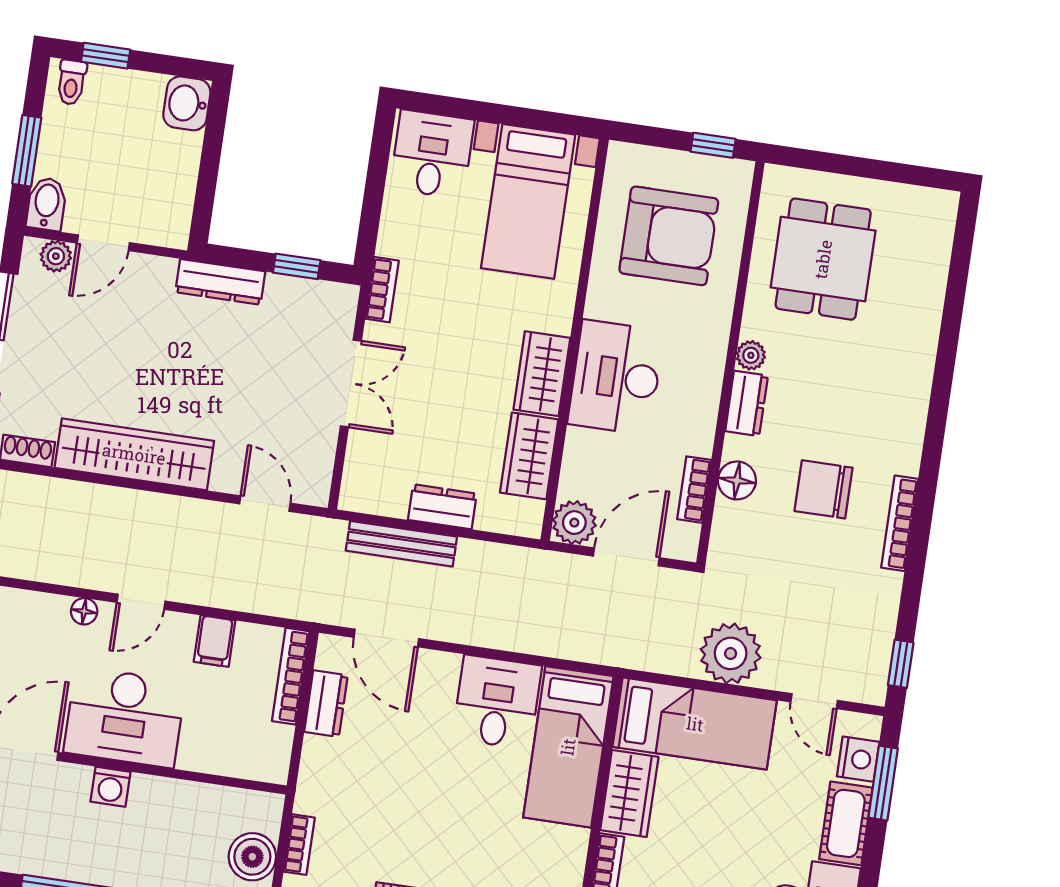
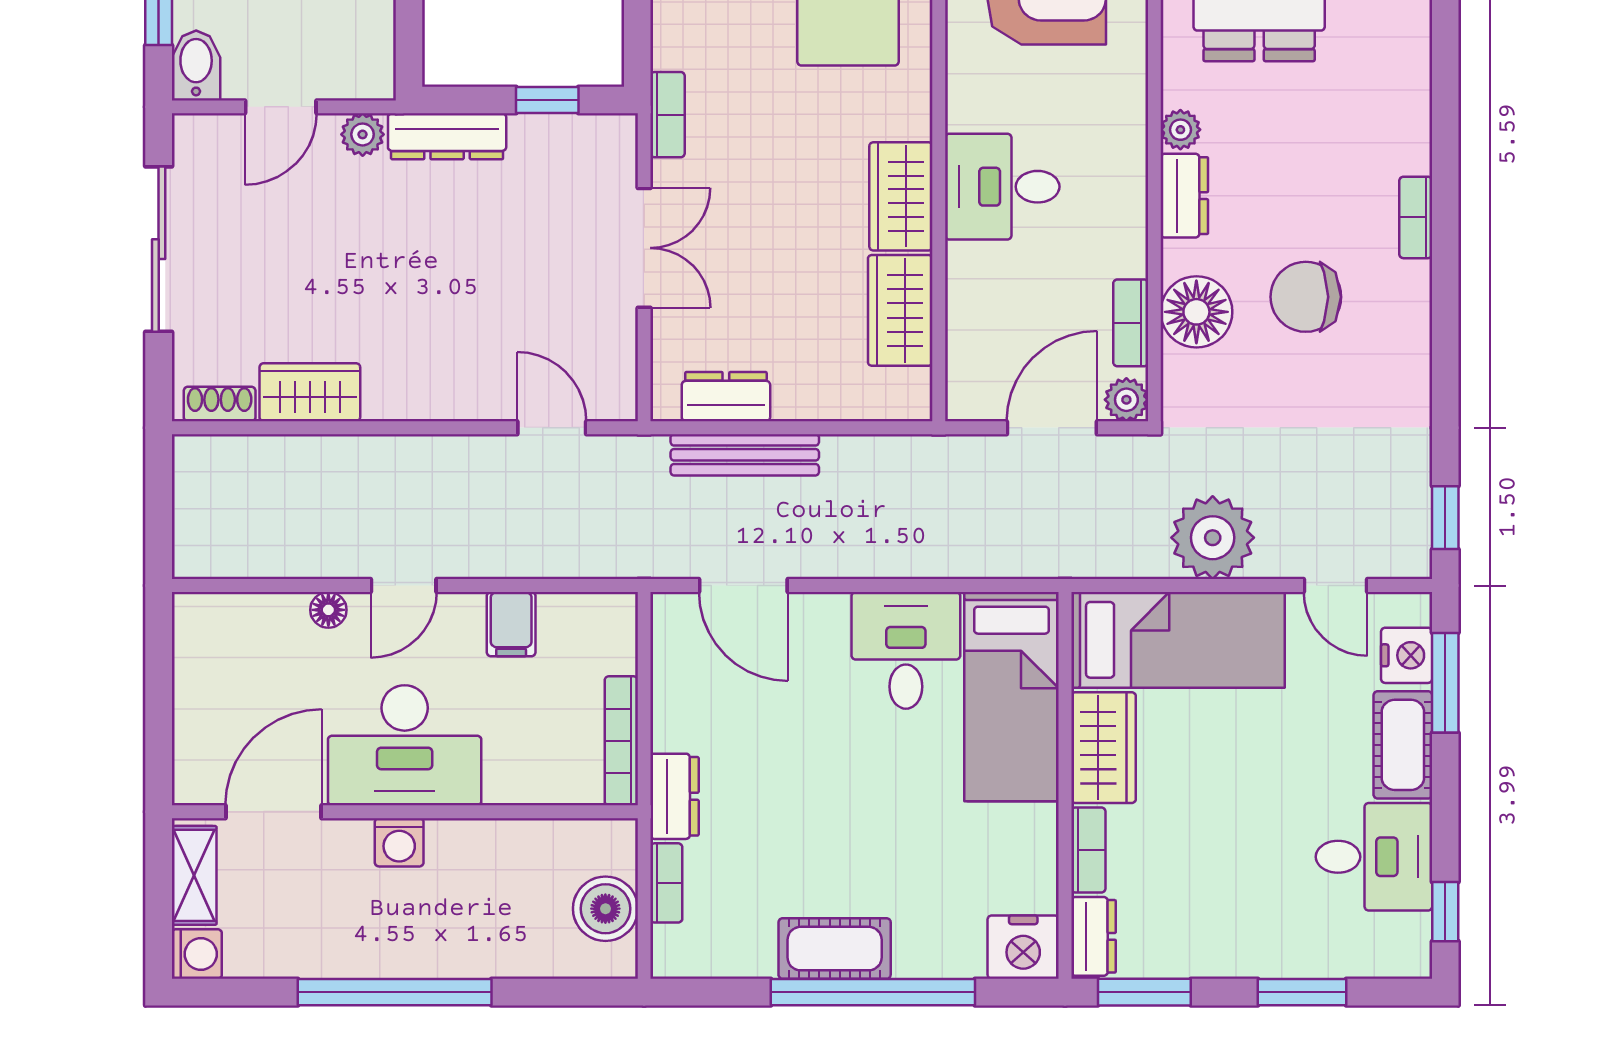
plant: (56, 256) -> (363, 134), moved
desk: (616, 377) -> (1002, 187), width x0.73
wardrobe: (134, 454) -> (310, 392), width x0.48, depth x0.85
floor lamp: (737, 480) -> (1196, 312), width x1.38, depth x1.38
dresser: (442, 507) -> (726, 397), moved
plant: (574, 523) -> (1126, 400), moved, width x0.73, depth x0.73
bookcase: (900, 523) -> (1416, 217), moved, width x0.64
bookcase: (291, 676) -> (621, 741), moved
dresser: (326, 704) -> (675, 796), moved

